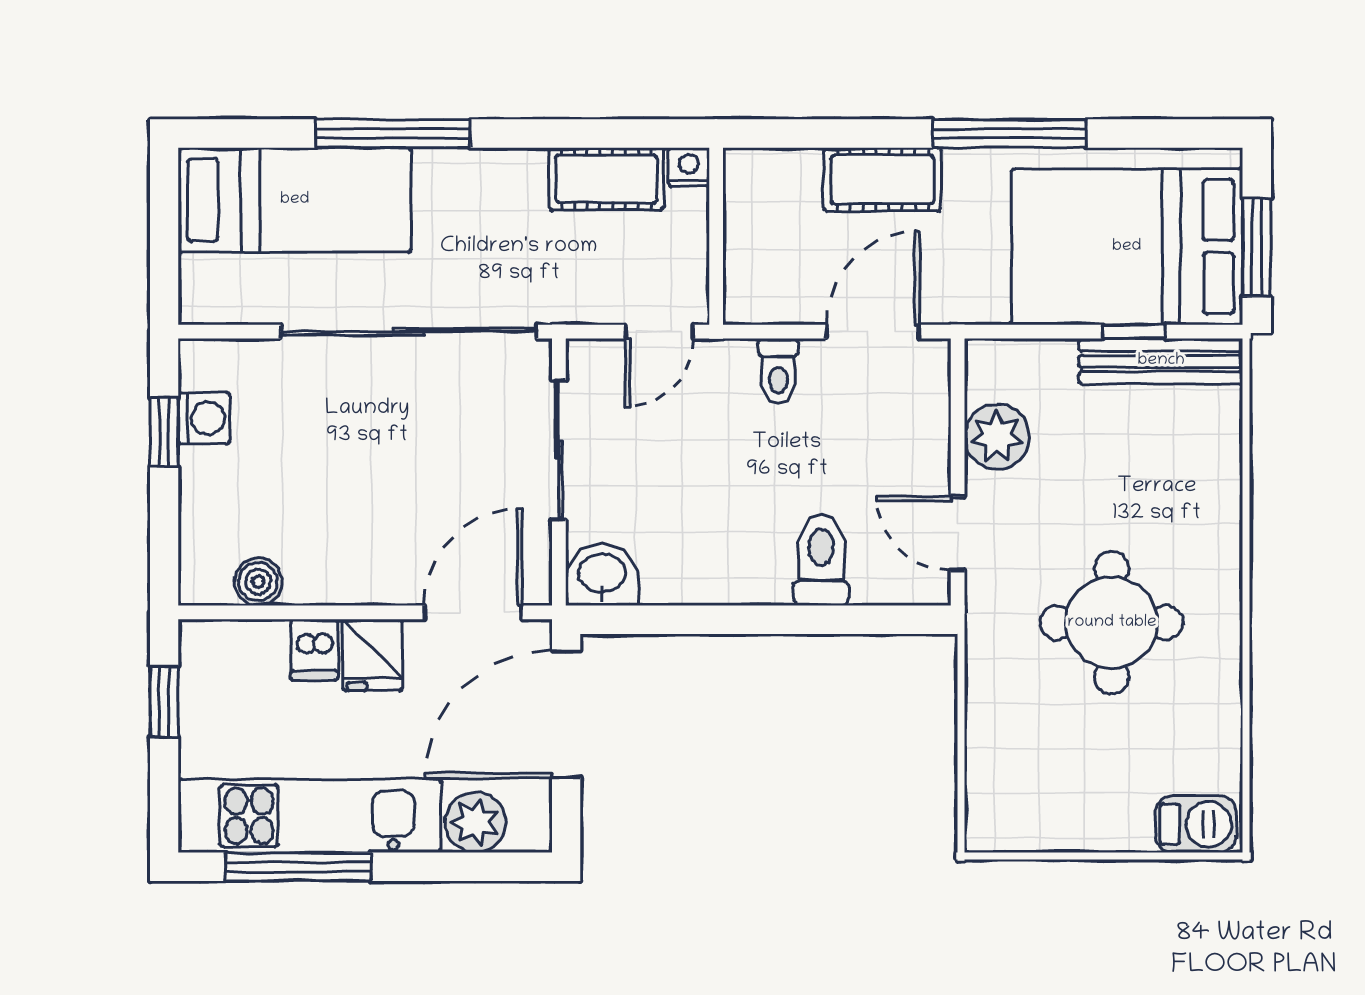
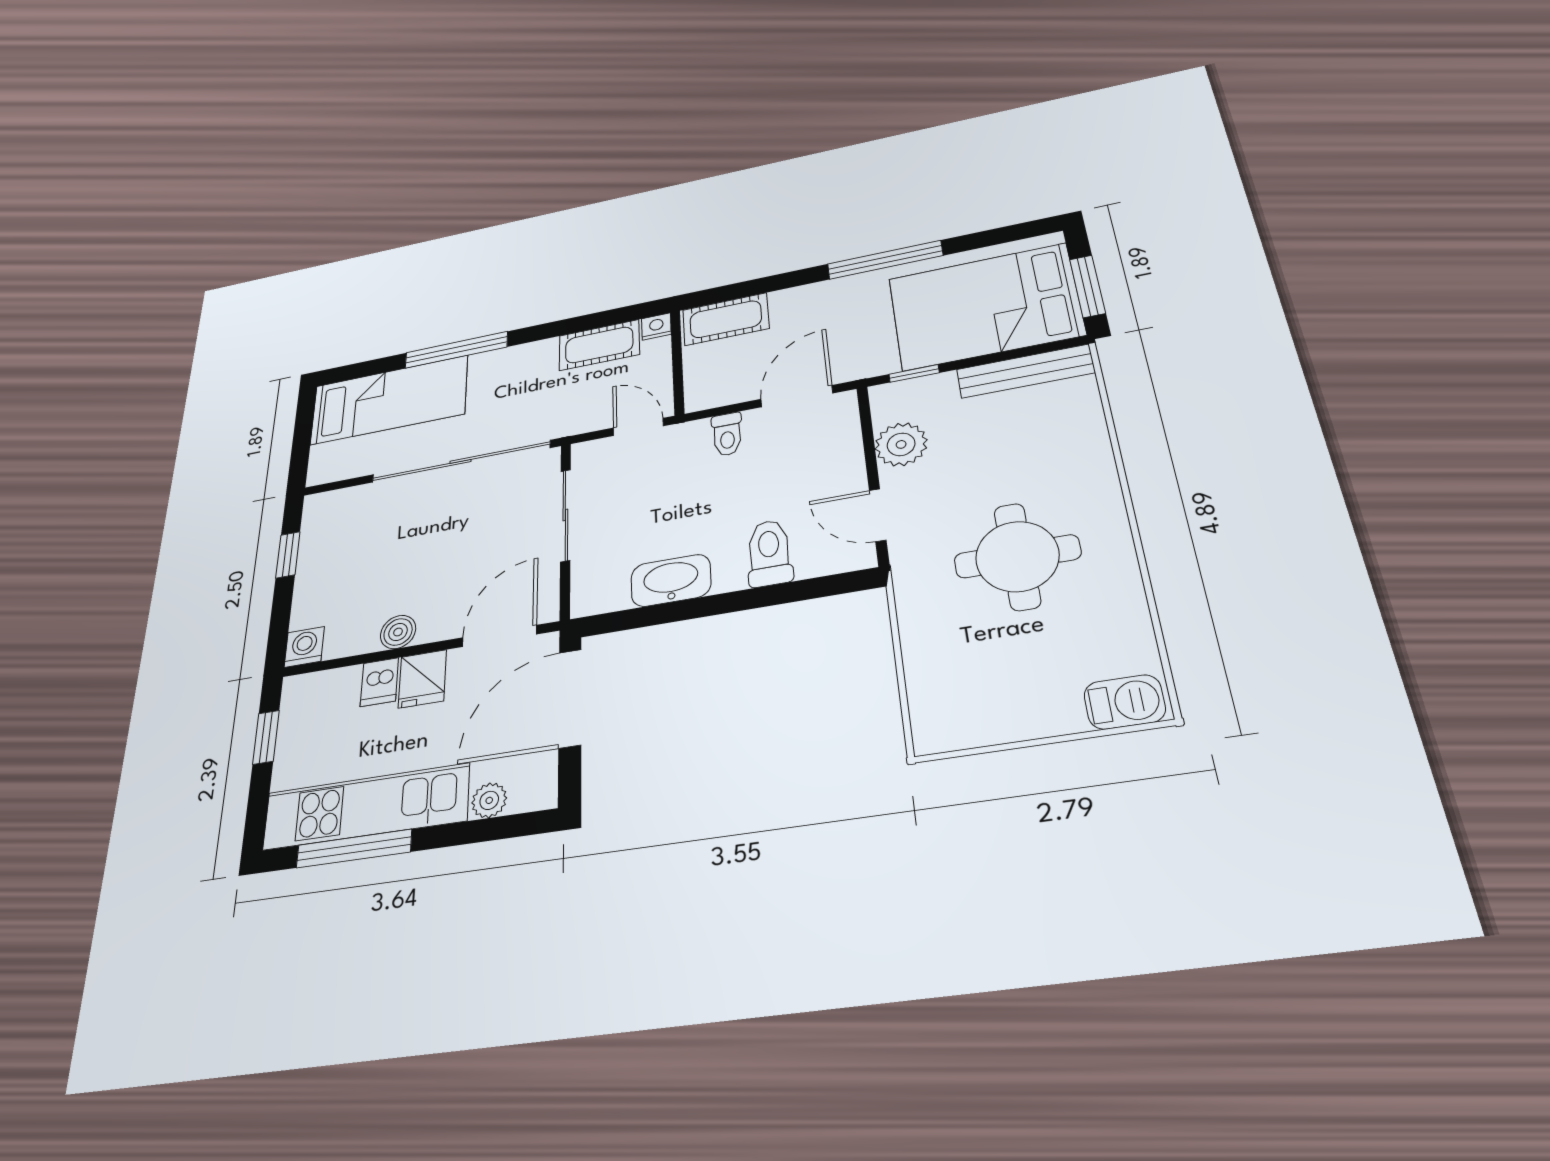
cot: (882, 179) -> (726, 319), moved
door: (659, 332) -> (638, 427), swing flipped
window: (1134, 332) -> (914, 373), moved
washing machine: (204, 418) -> (304, 647), moved, turned -90
washbasin: (602, 575) -> (671, 580), moved, width x1.38
boiler: (258, 582) -> (398, 632), moved
plant: (475, 822) -> (489, 800), width x0.73, depth x0.73

